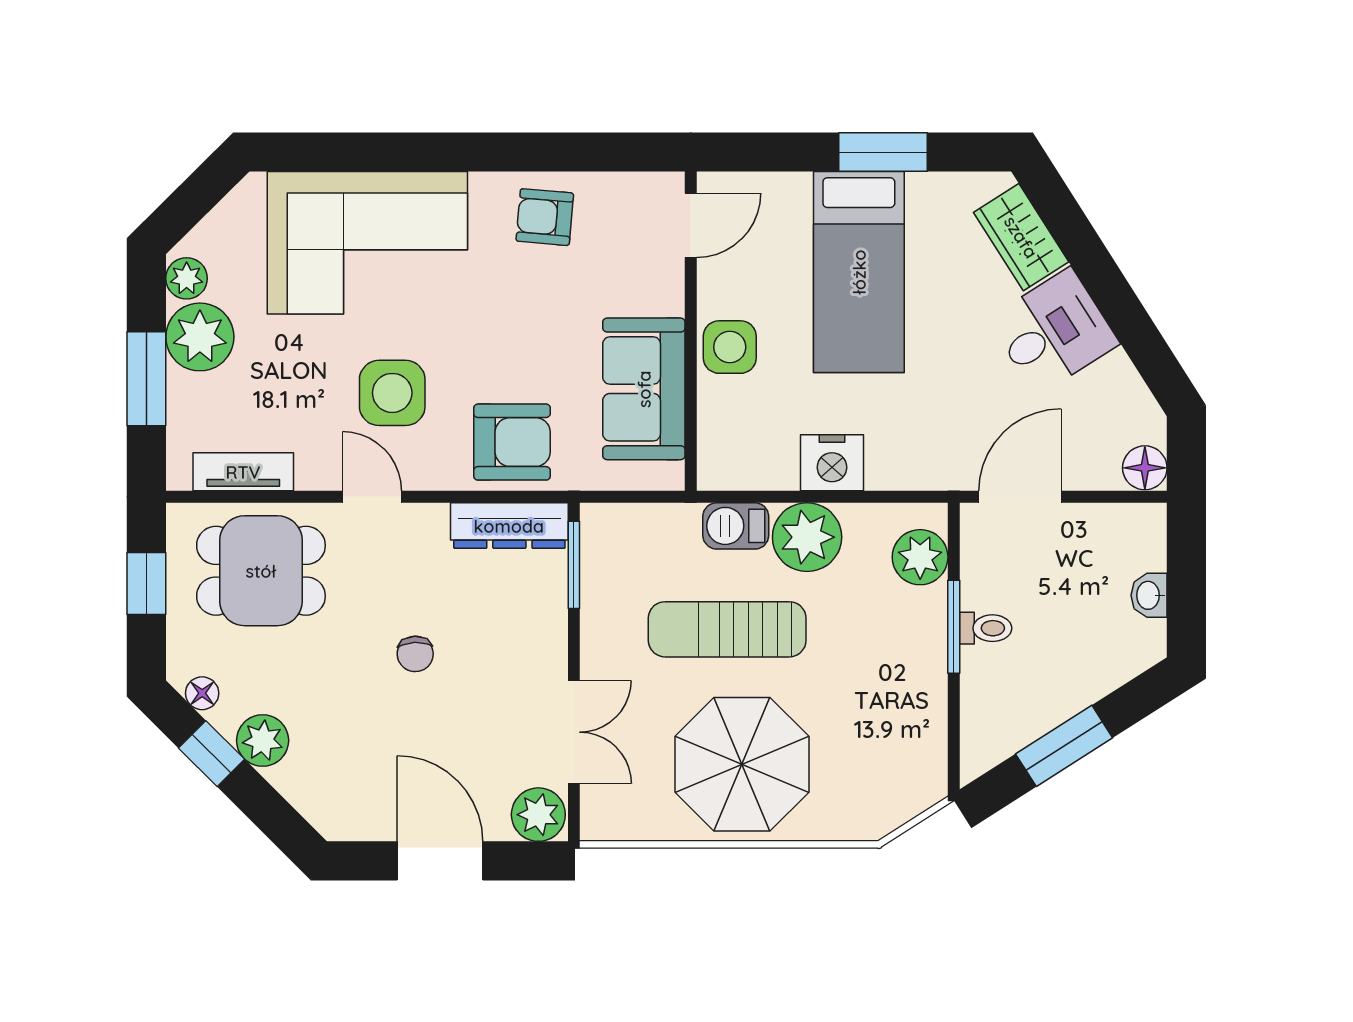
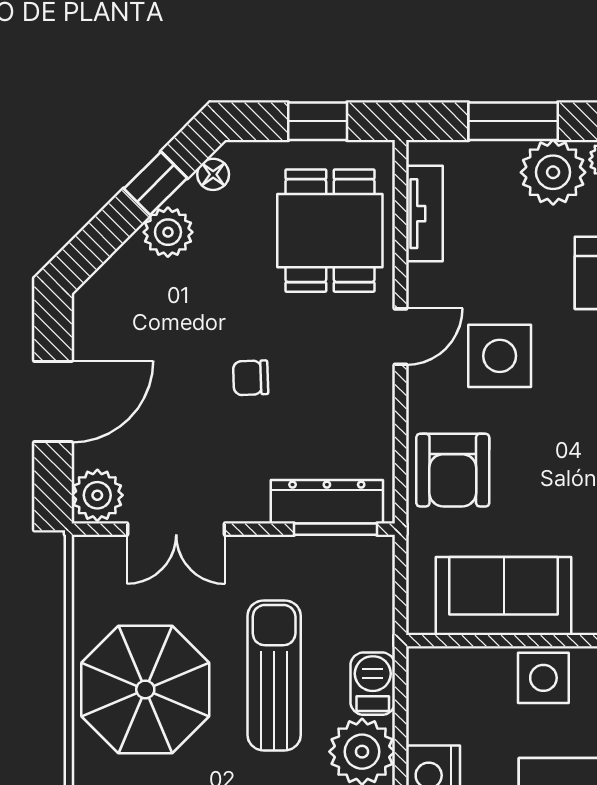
dresser: (509, 526) -> (327, 502), moved, turned 90

